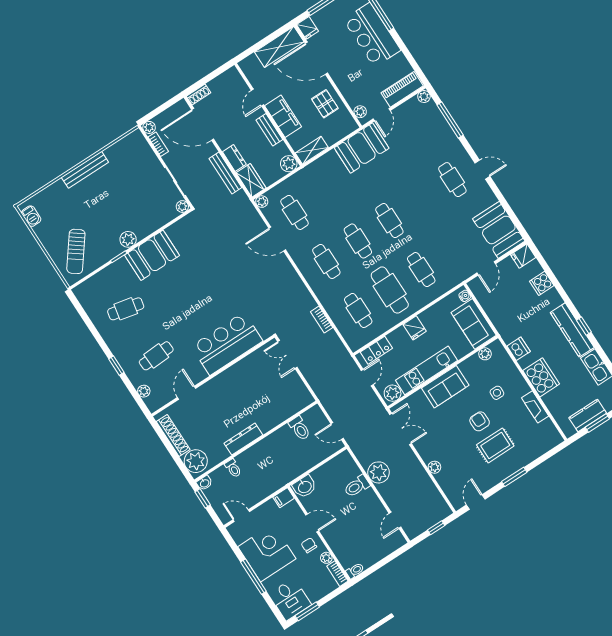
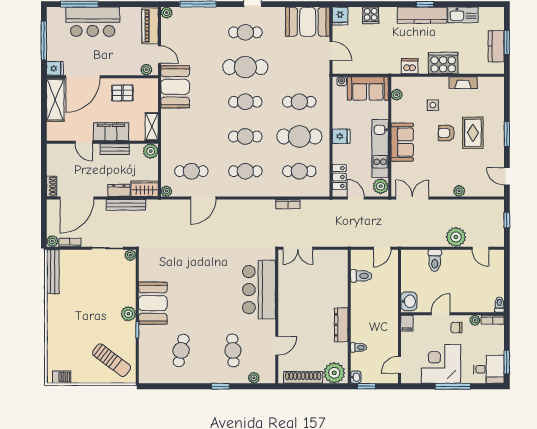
bench: (85, 170) -> (53, 272), moved
cafe table: (421, 200) -> (245, 67), added
door: (186, 393) -> (277, 346), swing flipped
plant: (378, 472) -> (456, 237), moved

